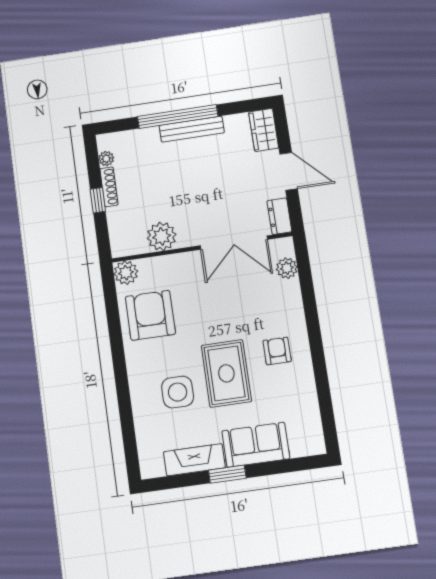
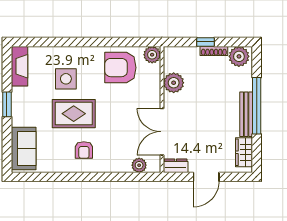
wardrobe: (264, 130) -> (244, 152), moved, turned -90
plant: (106, 159) -> (239, 56), width x1.88, depth x1.88
armchair: (150, 315) -> (120, 68), turned 180
armchair: (277, 351) -> (84, 150), turned 90
sofa: (256, 445) -> (24, 149), moved
fireplace: (194, 460) -> (20, 66), moved

